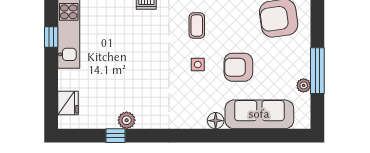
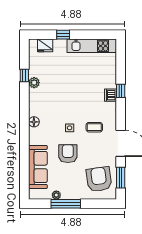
window: (51, 37) -> (63, 35), moved
floor lamp: (216, 121) -> (34, 122), moved

